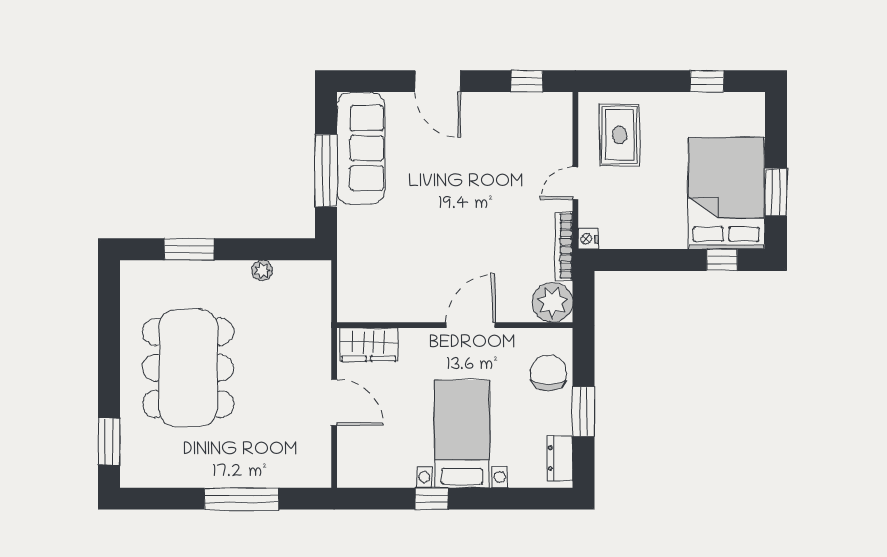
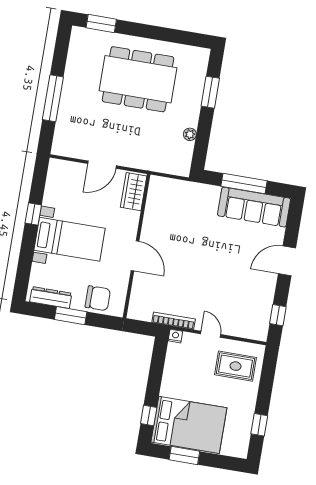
plant: (553, 302) -> (140, 308), removed
dresser: (560, 458) -> (51, 298), width x1.44

